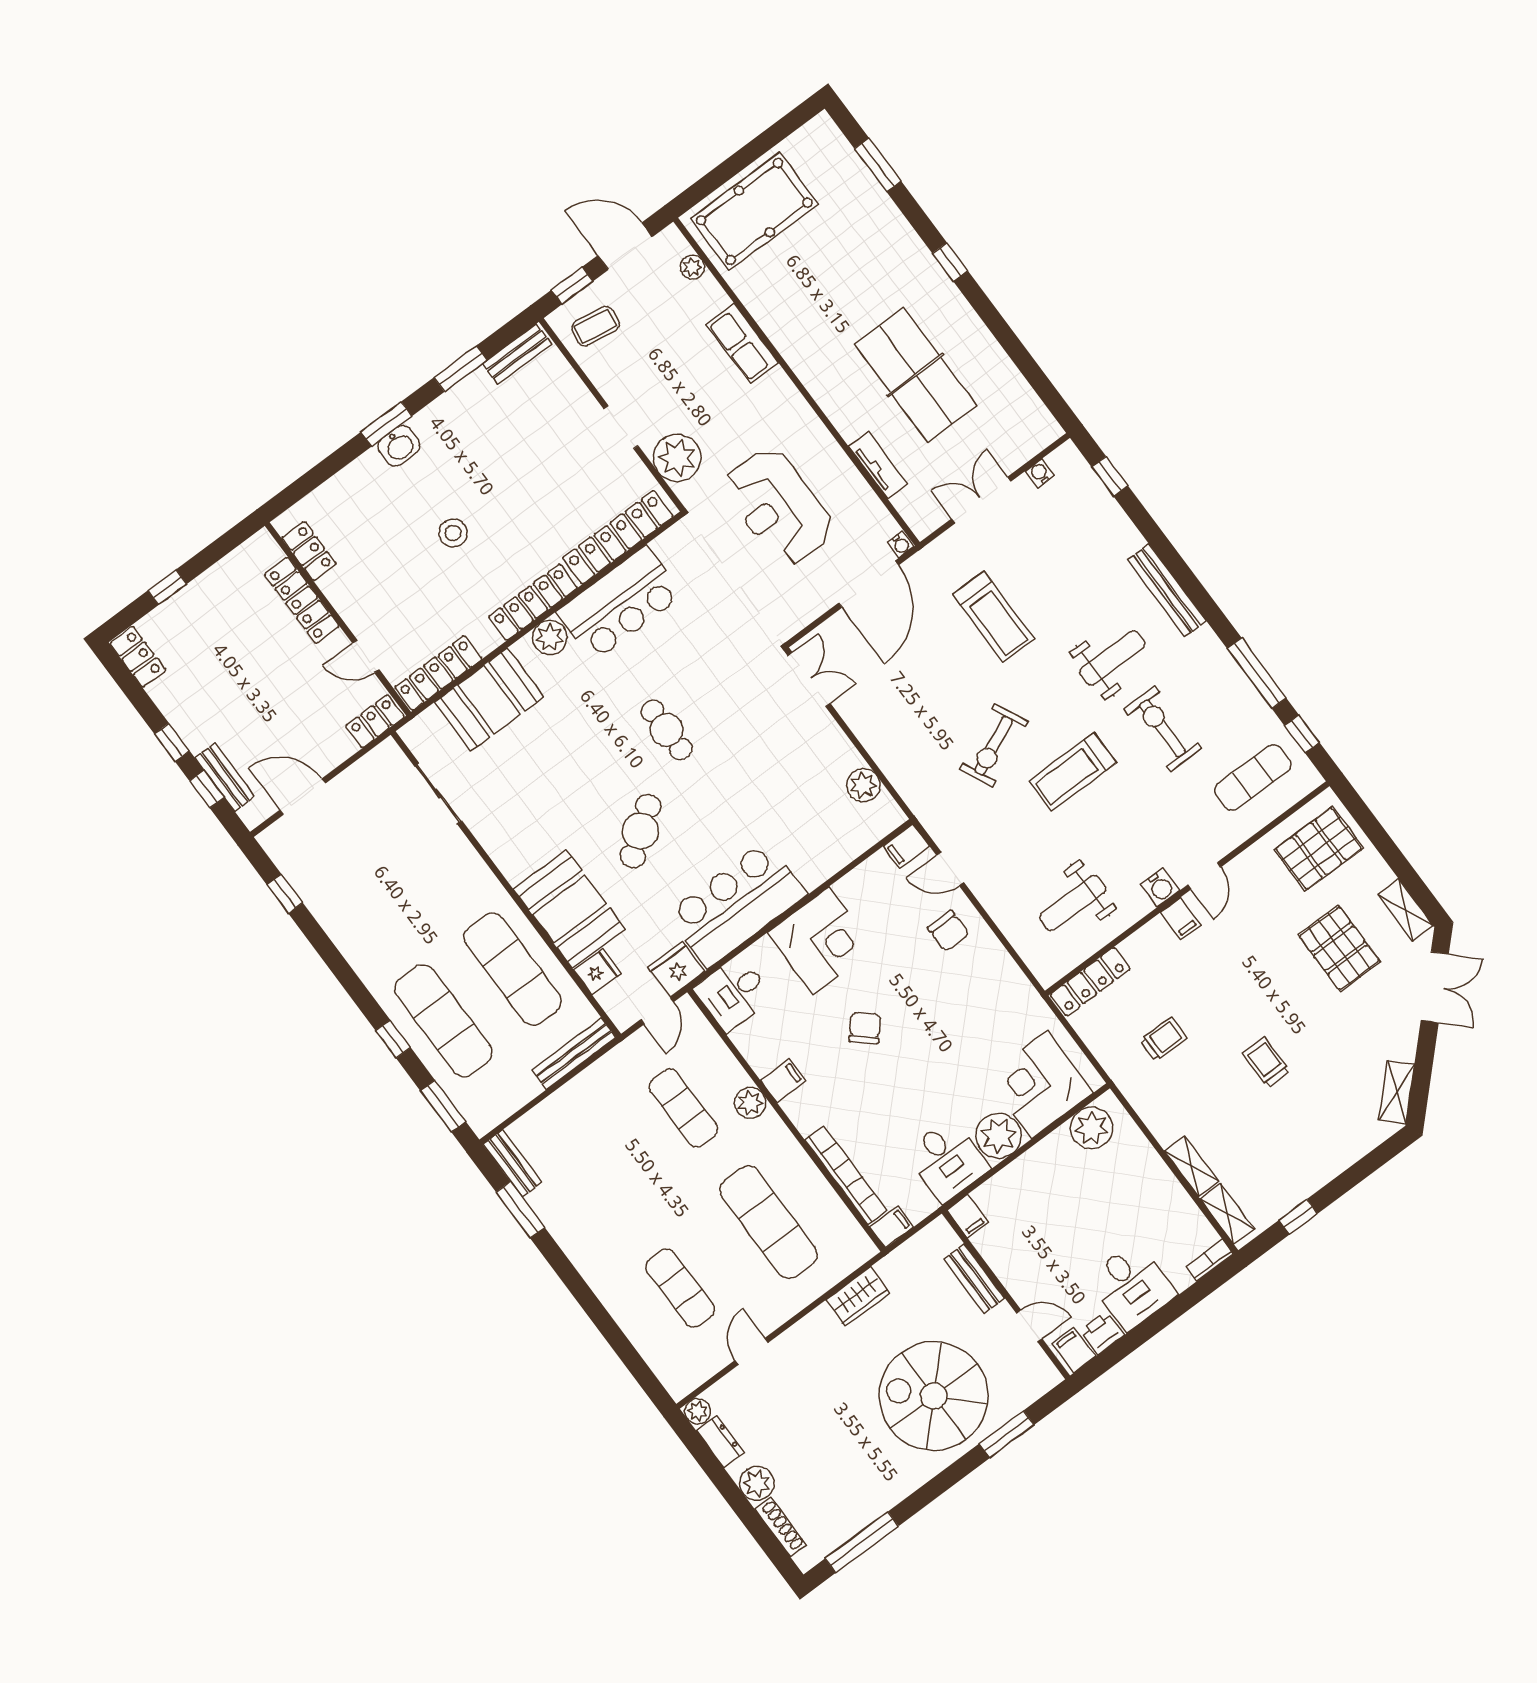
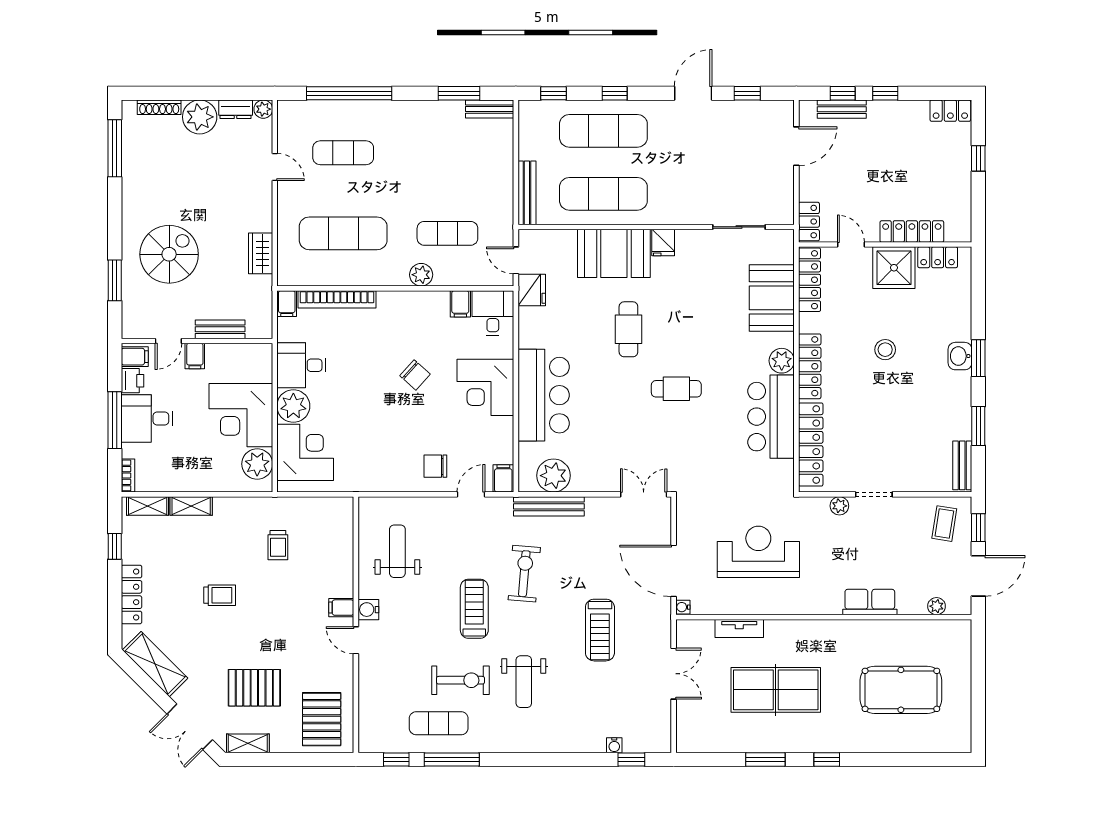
window: (878, 165) -> (765, 760), moved
pool table: (754, 211) -> (901, 690), moved, turned 90
plant: (677, 458) -> (839, 506), width x0.53, depth x0.53
water cooler: (1040, 473) -> (614, 745), moved, turned 90
shower: (356, 590) -> (894, 268), added
bench: (1167, 590) -> (549, 506), moved
treadmill: (994, 617) -> (600, 630), turned -90
door: (366, 656) -> (851, 245), hinge flipped
double door: (809, 680) -> (644, 494), swing flipped
exercise bike: (994, 746) -> (524, 574), turned 30
exercise mat: (1253, 777) -> (439, 723), moved, turned 90
plant: (863, 785) -> (553, 476), width x1.36, depth x1.36
cafe table: (640, 831) -> (628, 329), turned 36
bar counter: (737, 904) -> (544, 395), moved
door: (329, 953) -> (693, 93), added
fridge: (598, 972) -> (663, 243), moved
locker: (1090, 982) -> (131, 594), moved, turned 180
filing cabinet: (783, 1081) -> (460, 304), moved
shelving: (1397, 1092) -> (155, 664), width x1.50, depth x1.33
window: (443, 1106) -> (554, 93), width x0.67
corner desk: (1051, 1186) -> (241, 415), added
filing cabinet: (968, 1216) -> (195, 356), moved, turned -90
window: (1160, 1320) -> (115, 420), added
window: (610, 1330) -> (349, 93), added
spiral stairs: (934, 1396) -> (169, 254), width x0.73, depth x0.73
plant: (757, 1483) -> (200, 117), width x1.36, depth x1.36

